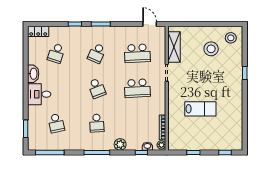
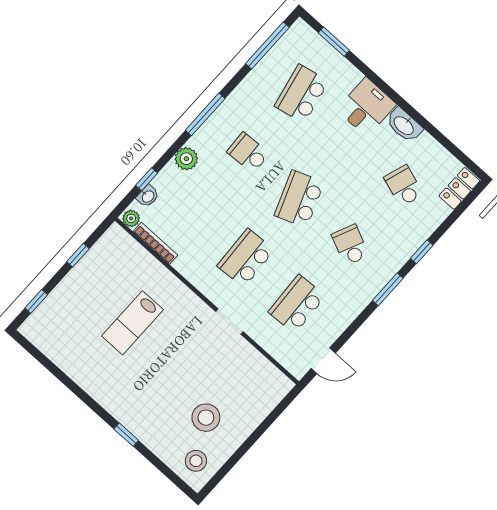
shelving: (174, 47) -> (257, 366), removed
school desk: (97, 88) -> (299, 199), width x1.85
school desk: (56, 123) -> (302, 94), width x1.85

